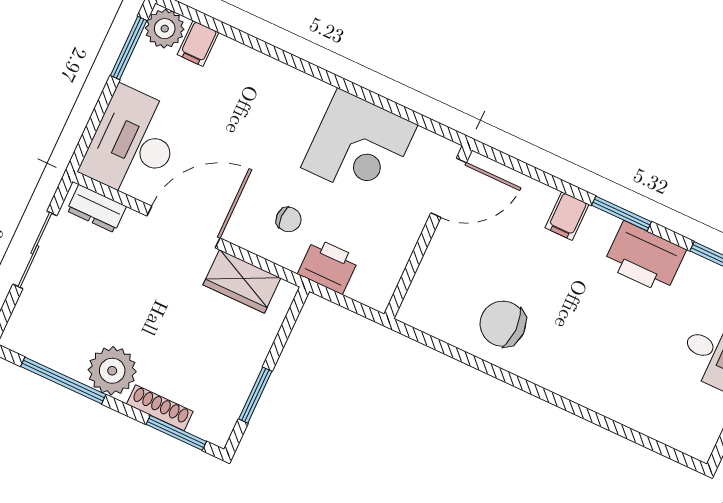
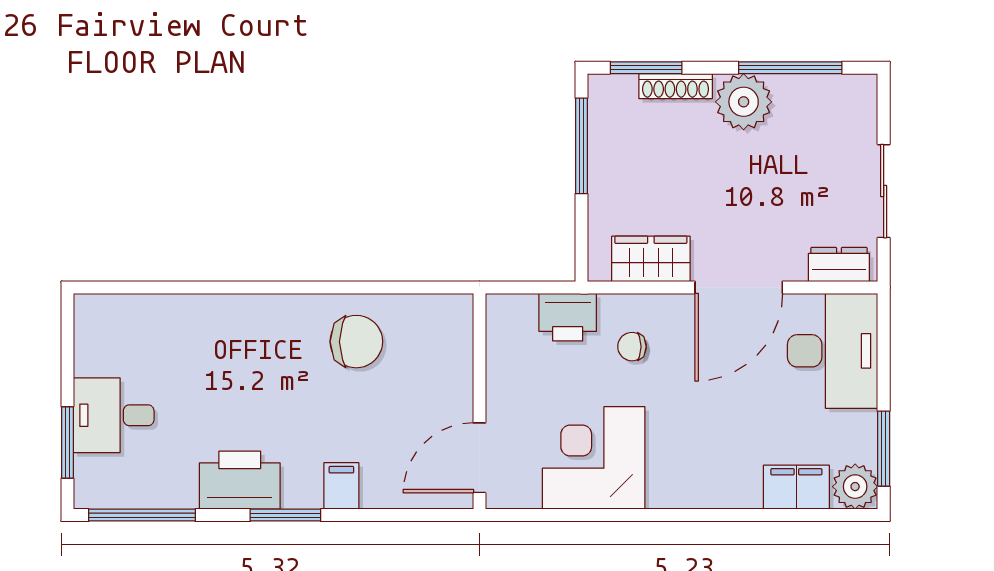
filing cabinet: (198, 43) -> (796, 487), width x2.00
window: (255, 395) -> (581, 146), width x1.44

